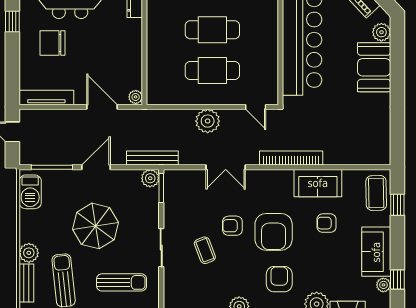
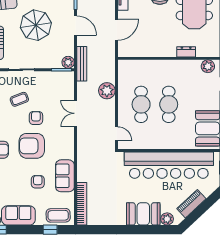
plant: (136, 97) -> (123, 52), removed
door: (256, 107) -> (116, 134), swing flipped
plant: (208, 121) -> (107, 91), moved
bookcase: (291, 158) -> (82, 204), moved

